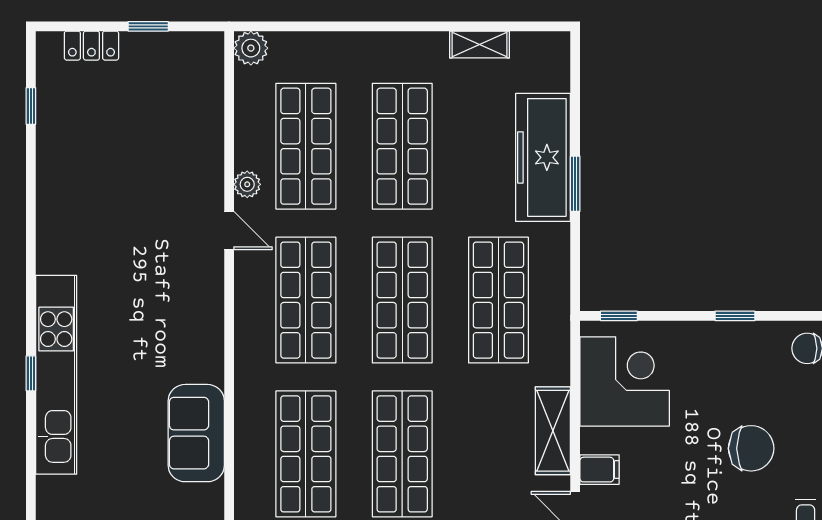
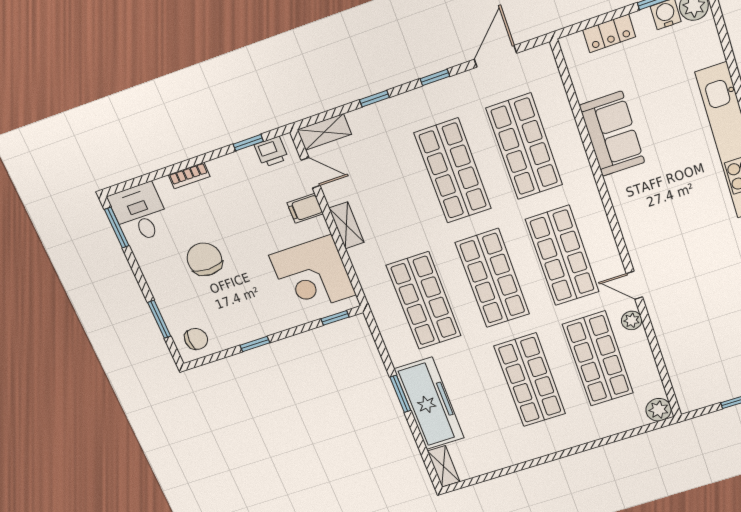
shelving: (480, 44) -> (444, 466), moved, turned 90
shelving: (553, 431) -> (346, 225), width x0.67, depth x0.75
chair: (751, 448) -> (205, 259), turned 90

